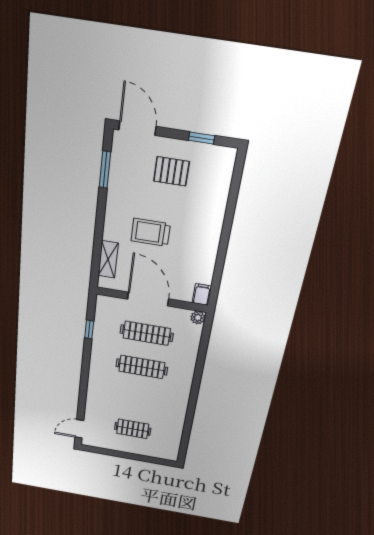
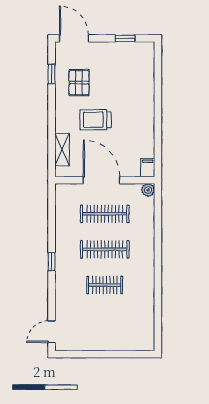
window: (105, 170) -> (52, 74), width x0.67
pallet: (171, 171) -> (79, 83), moved, turned 90
window: (89, 329) -> (52, 262), moved
clothes rail: (133, 429) -> (105, 285), moved

